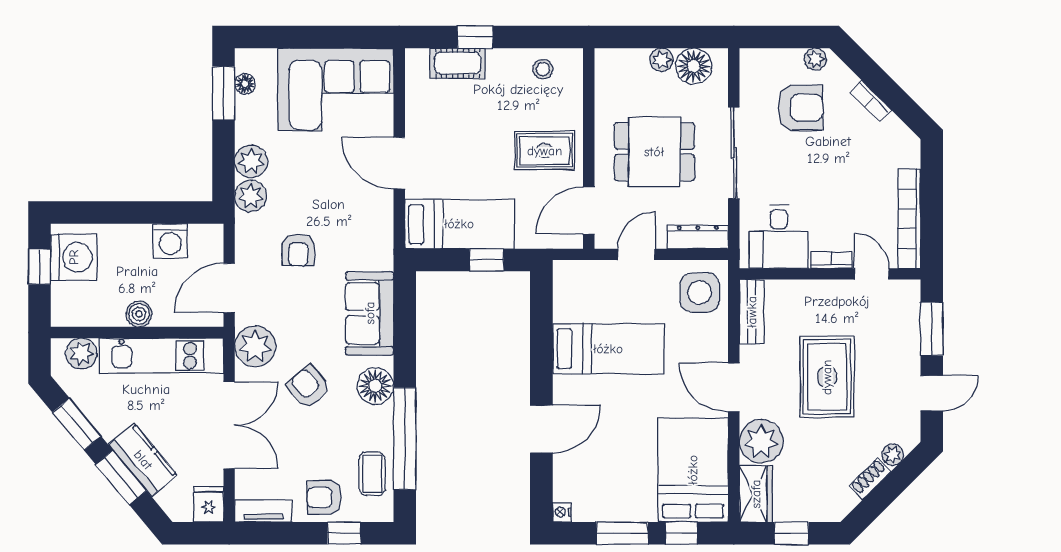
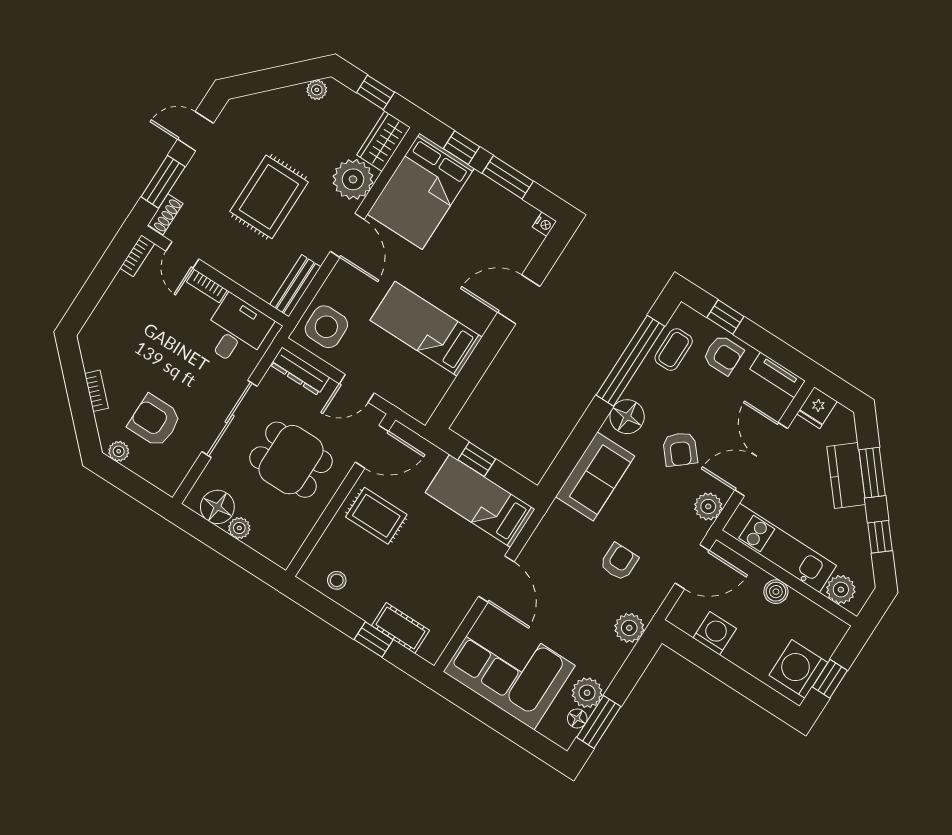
plant: (251, 161) -> (587, 693), moved
bookcase: (909, 219) -> (137, 256), width x0.43, depth x0.76
plant: (255, 346) -> (708, 506), width x0.73, depth x0.73
window: (77, 424) -> (880, 537), width x0.67
plant: (893, 455) -> (317, 90), moved
shoe rack: (870, 479) -> (165, 214), moved, turned -45

